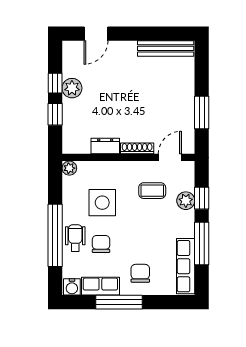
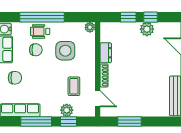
wheelchair: (75, 238) -> (40, 31), turned 180

